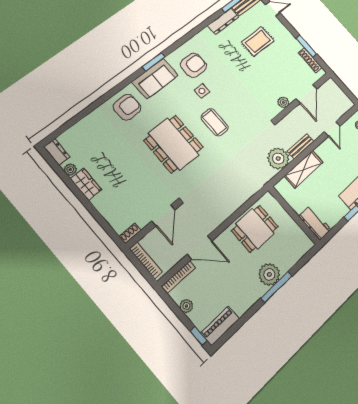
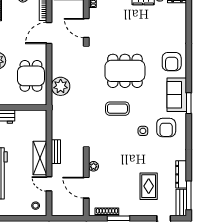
side table: (202, 91) -> (143, 131), moved
plant: (278, 159) -> (61, 86), moved
shelving: (304, 169) -> (40, 158), moved

